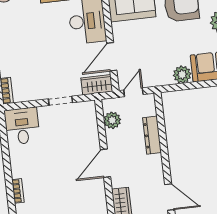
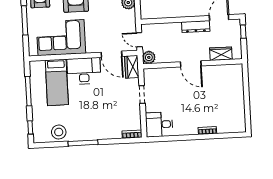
plant: (112, 120) -> (149, 57), moved
dresser: (152, 135) -> (196, 27), moved

